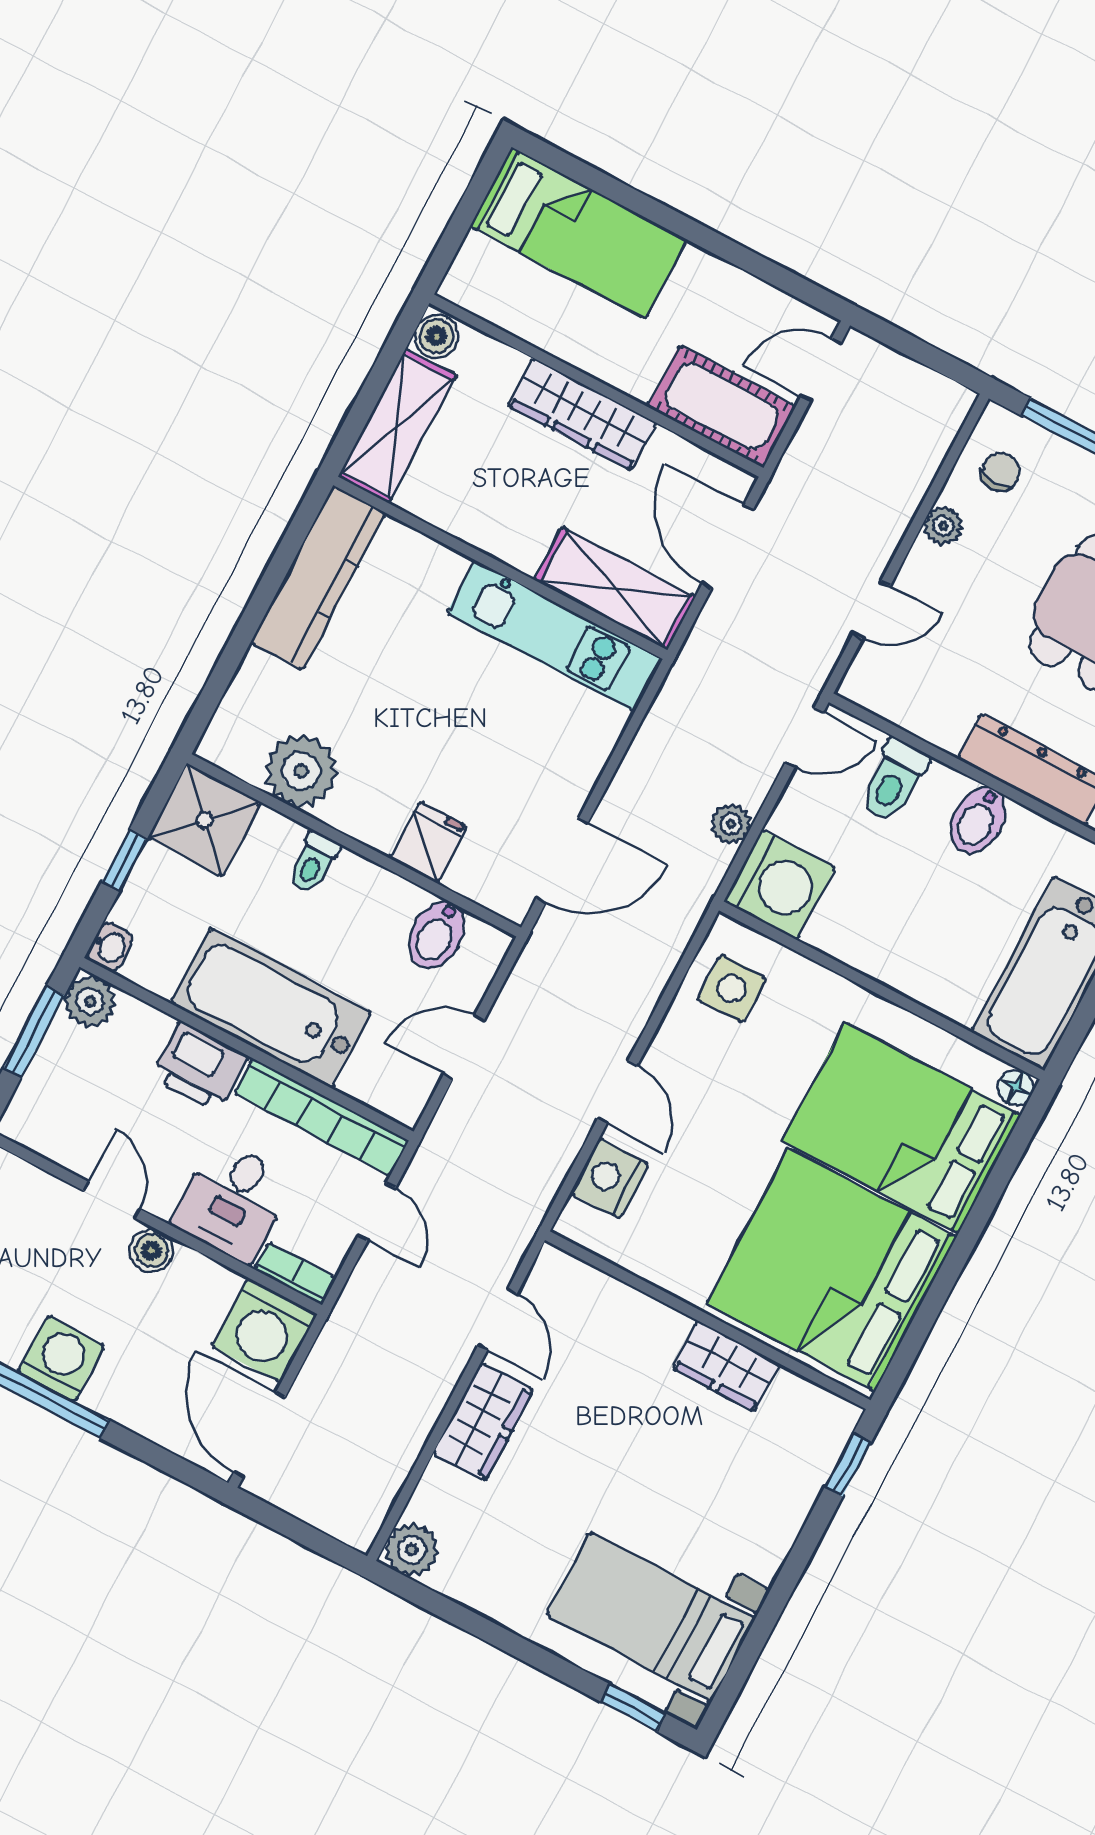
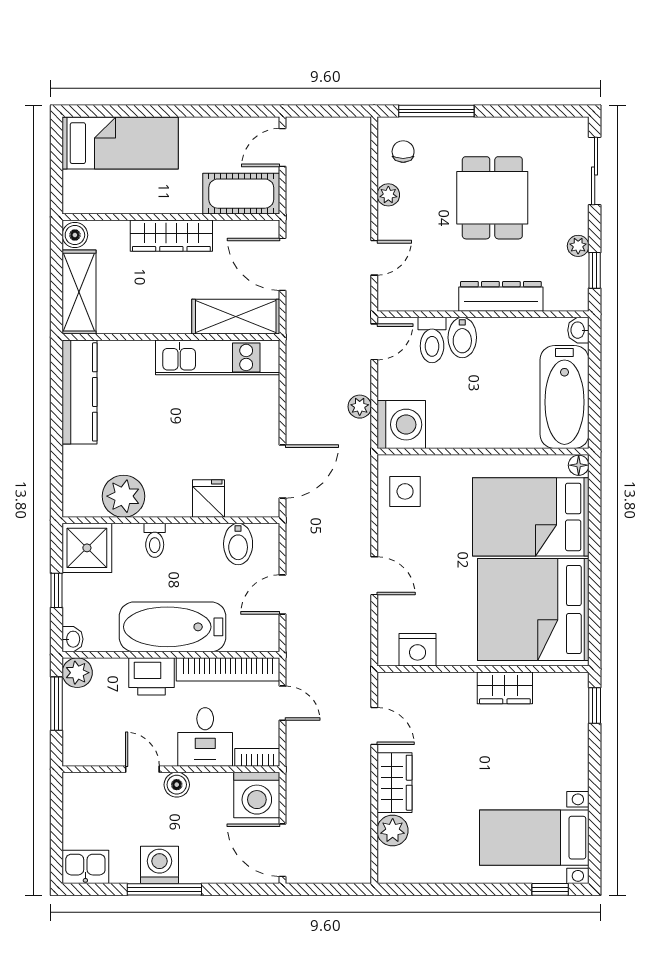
bidet: (978, 820) -> (462, 337), moved
nightstand: (609, 1178) -> (418, 650), moved, turned -90
plant: (412, 1550) -> (393, 830), moved

